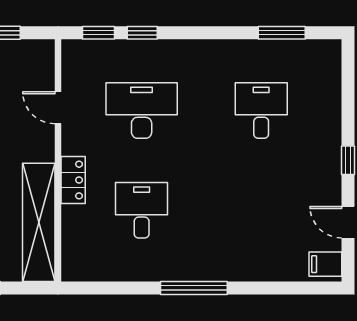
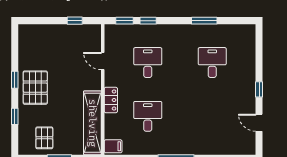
window: (282, 33) -> (204, 21), moved
desk: (142, 110) -> (148, 63), width x0.73
filing cabinet: (325, 264) -> (113, 146), moved, turned 180

